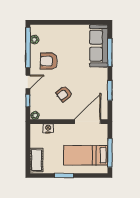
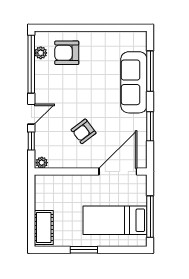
sofa: (99, 46) -> (134, 82), moved
armchair: (49, 61) -> (67, 53), moved
nightstand: (48, 128) -> (61, 181), removed

